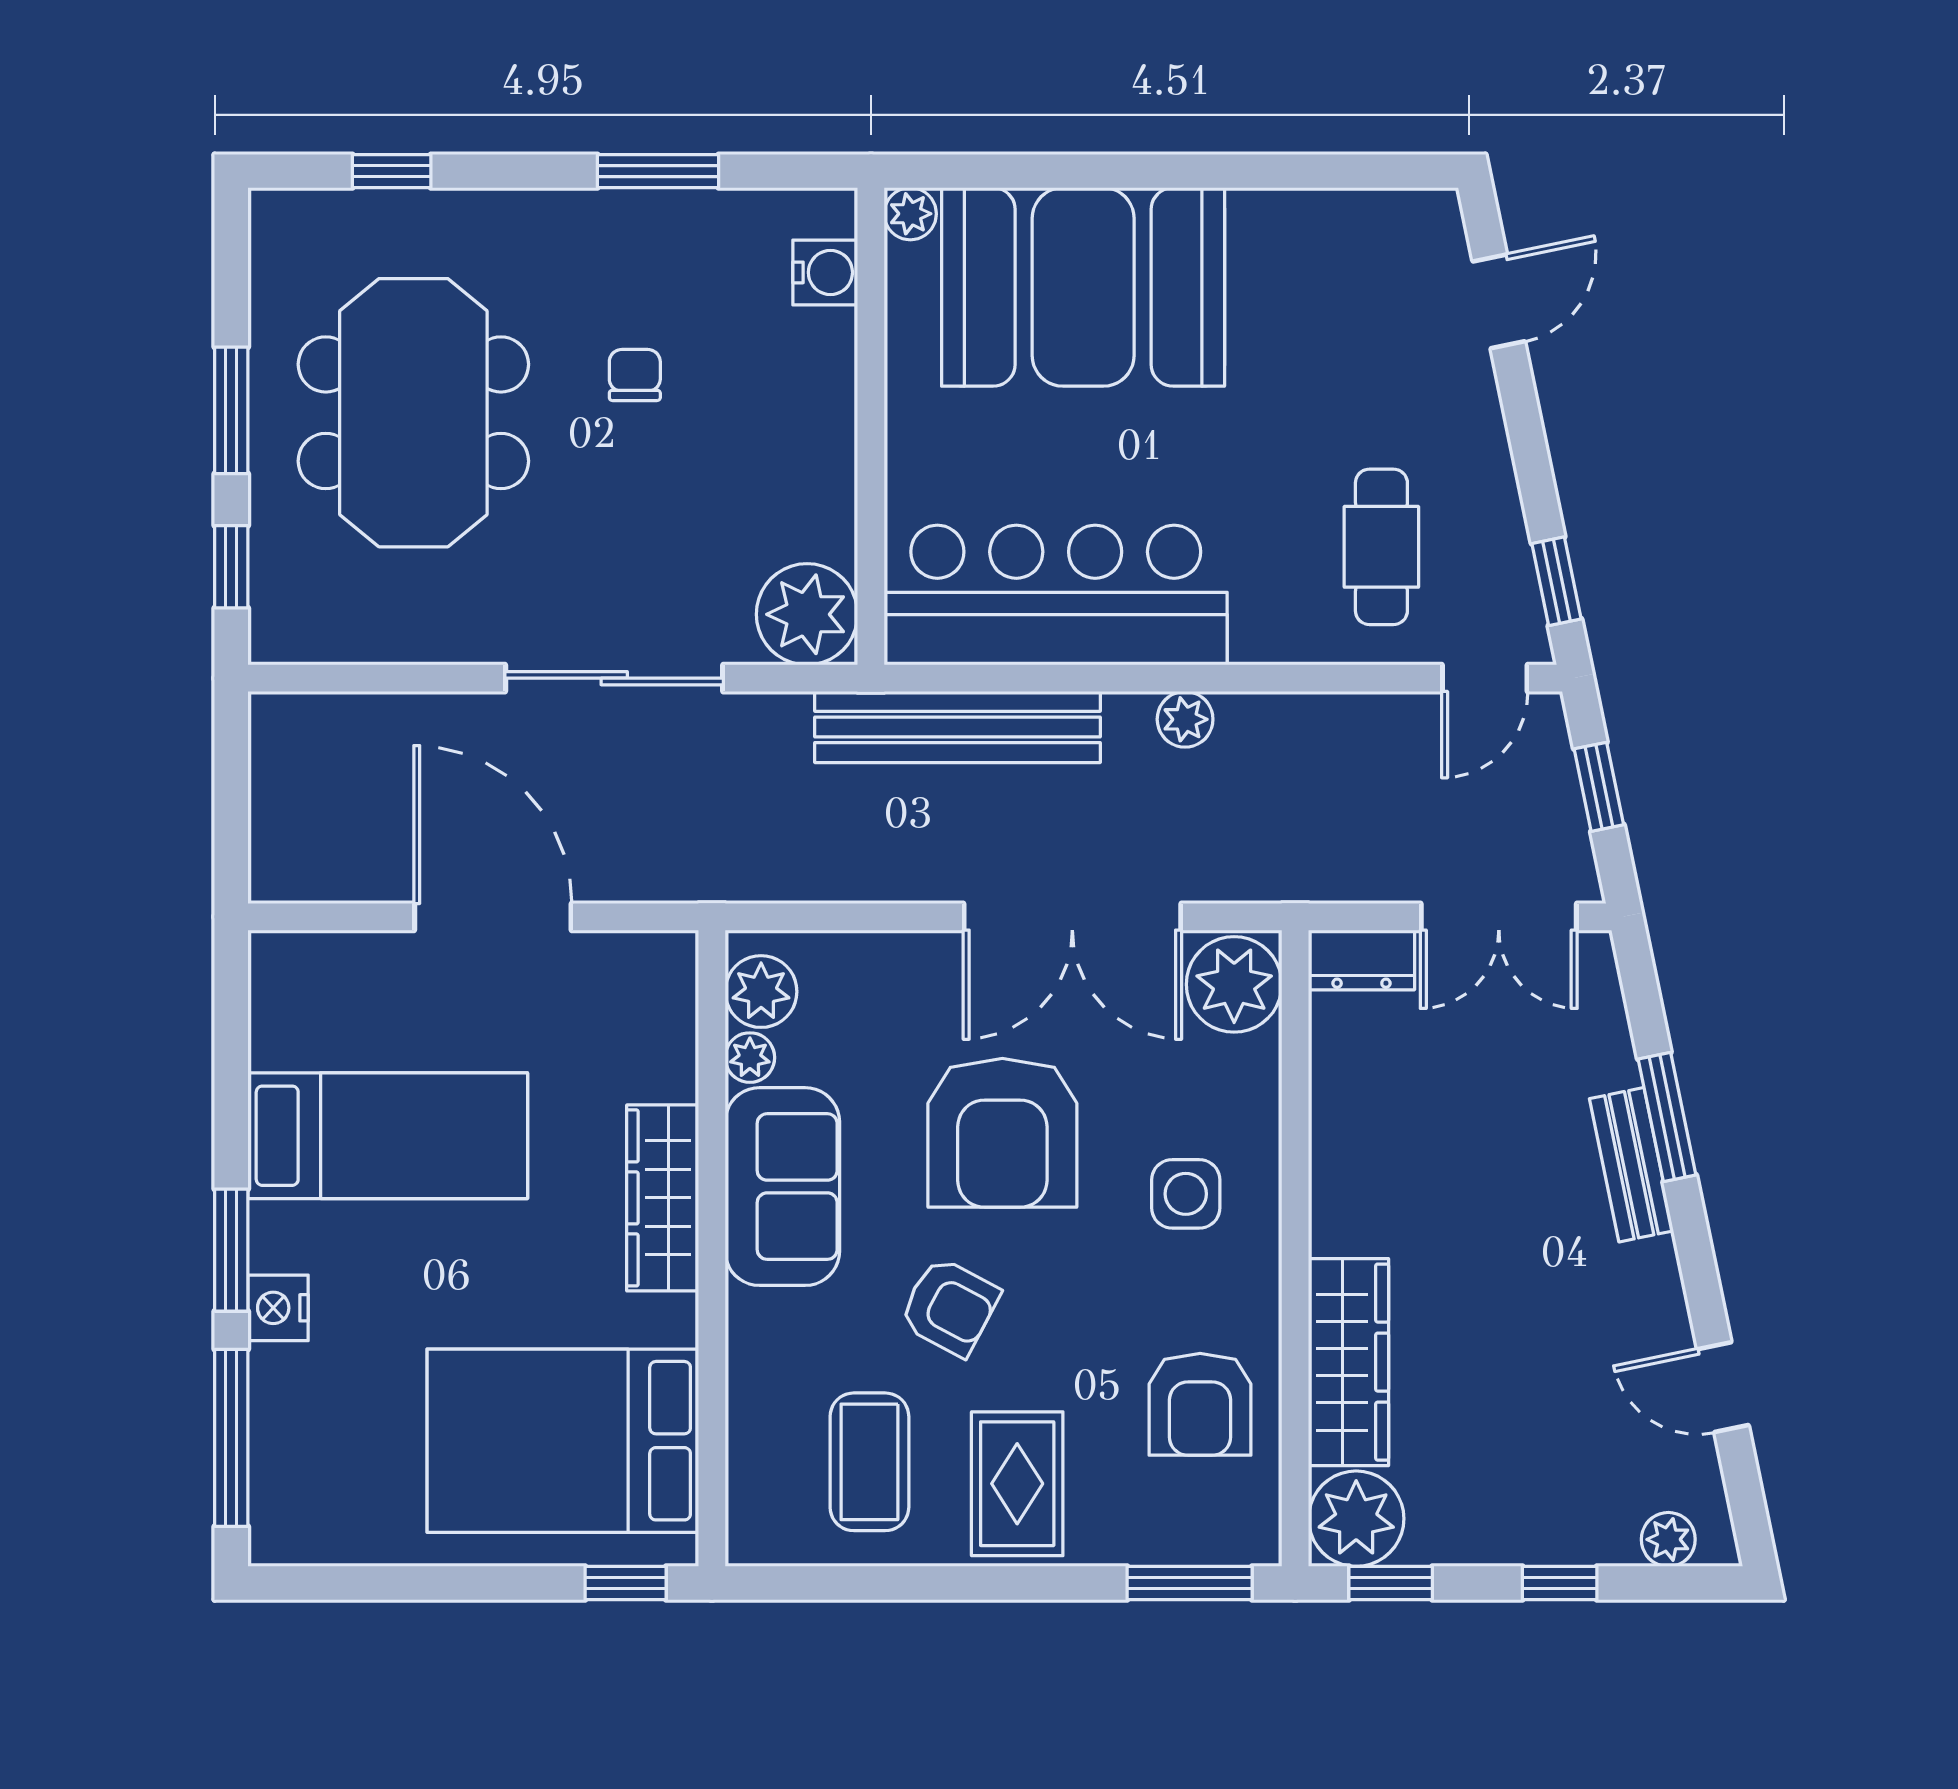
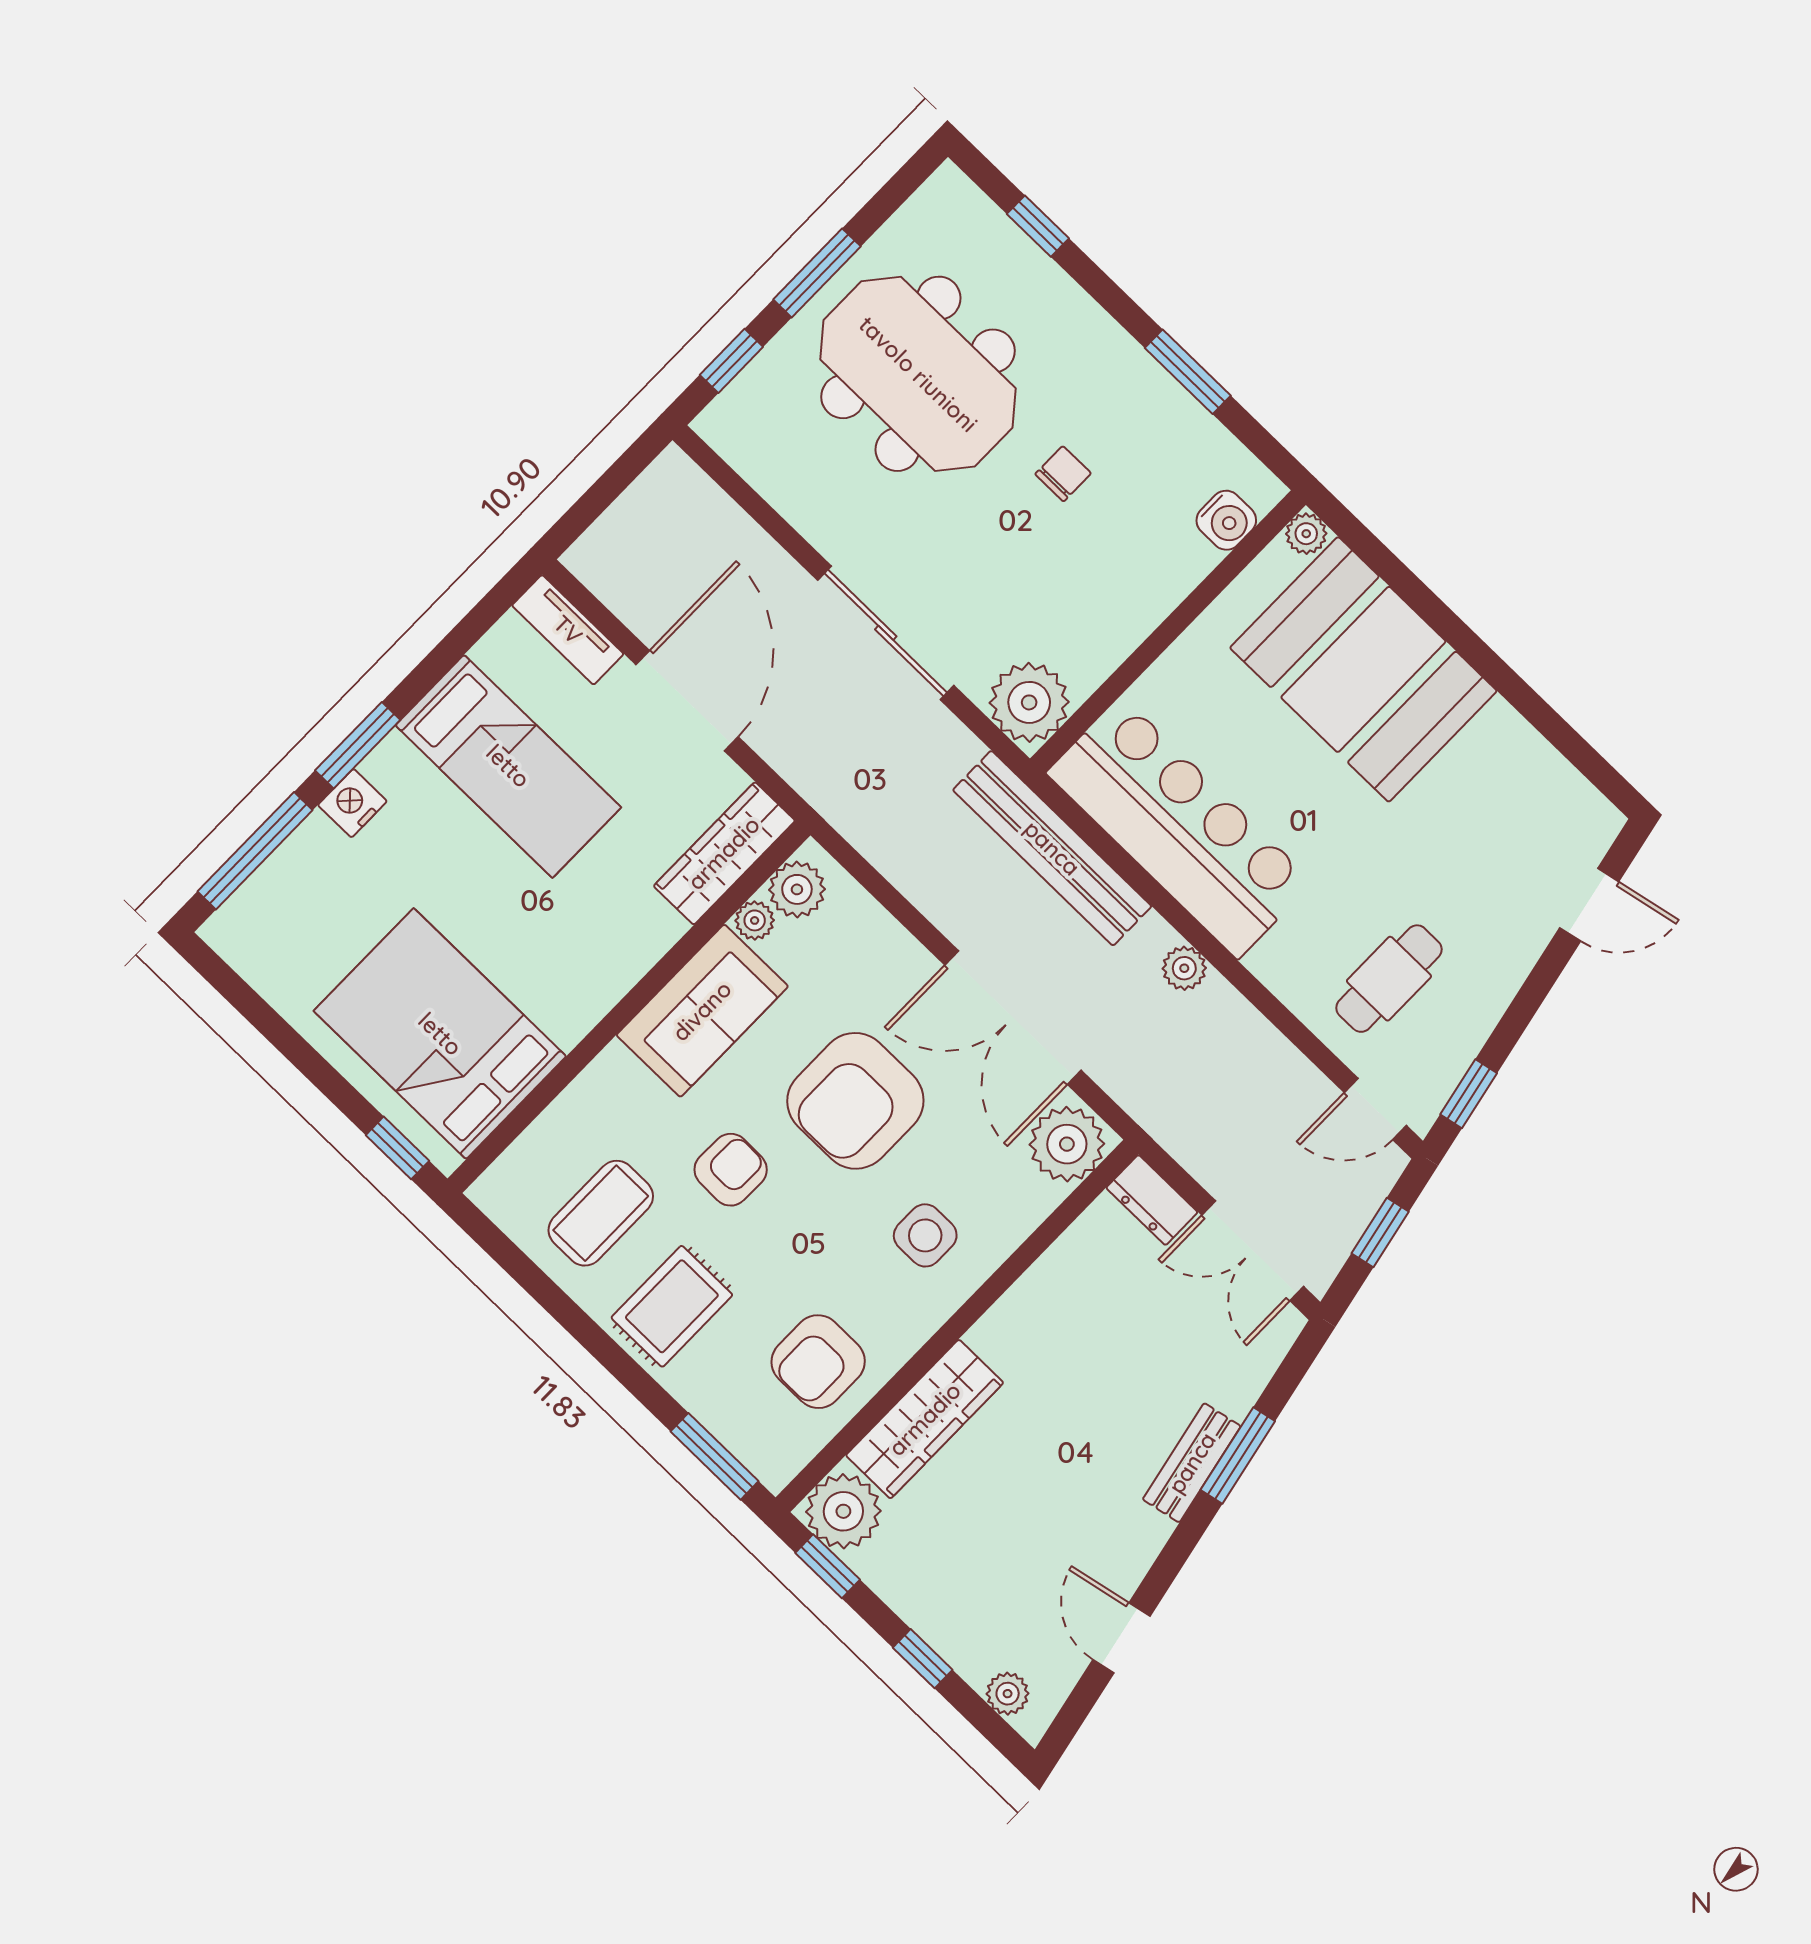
meeting table: (413, 413) -> (918, 374), turned 90
tv unit: (321, 958) -> (568, 630), added
wardrobe: (663, 1198) -> (724, 853), moved
armchair: (949, 1307) -> (731, 1170), turned -117

